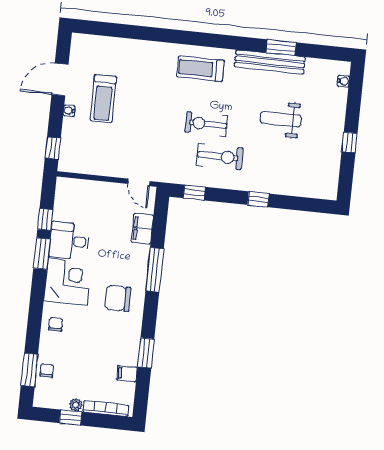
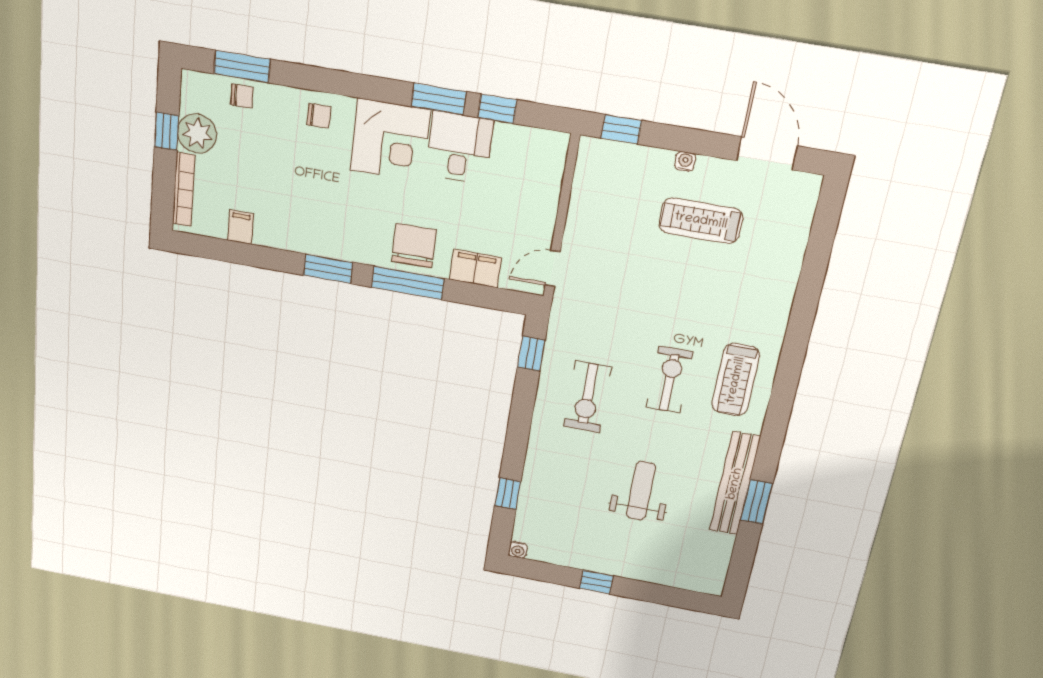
treadmill: (200, 69) -> (736, 380), turned 180
door: (60, 79) -> (767, 153), moved
water cooler: (343, 81) -> (518, 550), moved
exercise bike: (206, 124) -> (670, 380), moved
window: (258, 199) -> (508, 494), moved
chair: (118, 298) -> (414, 246), moved
window: (146, 353) -> (328, 269), moved
plant: (76, 405) -> (197, 134), width x1.87, depth x1.87

